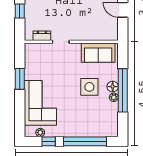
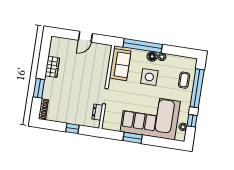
window: (123, 90) -> (143, 46), moved
corner sofa: (40, 103) -> (150, 117), width x1.36, depth x1.36
coffee table: (92, 126) -> (184, 80), added

